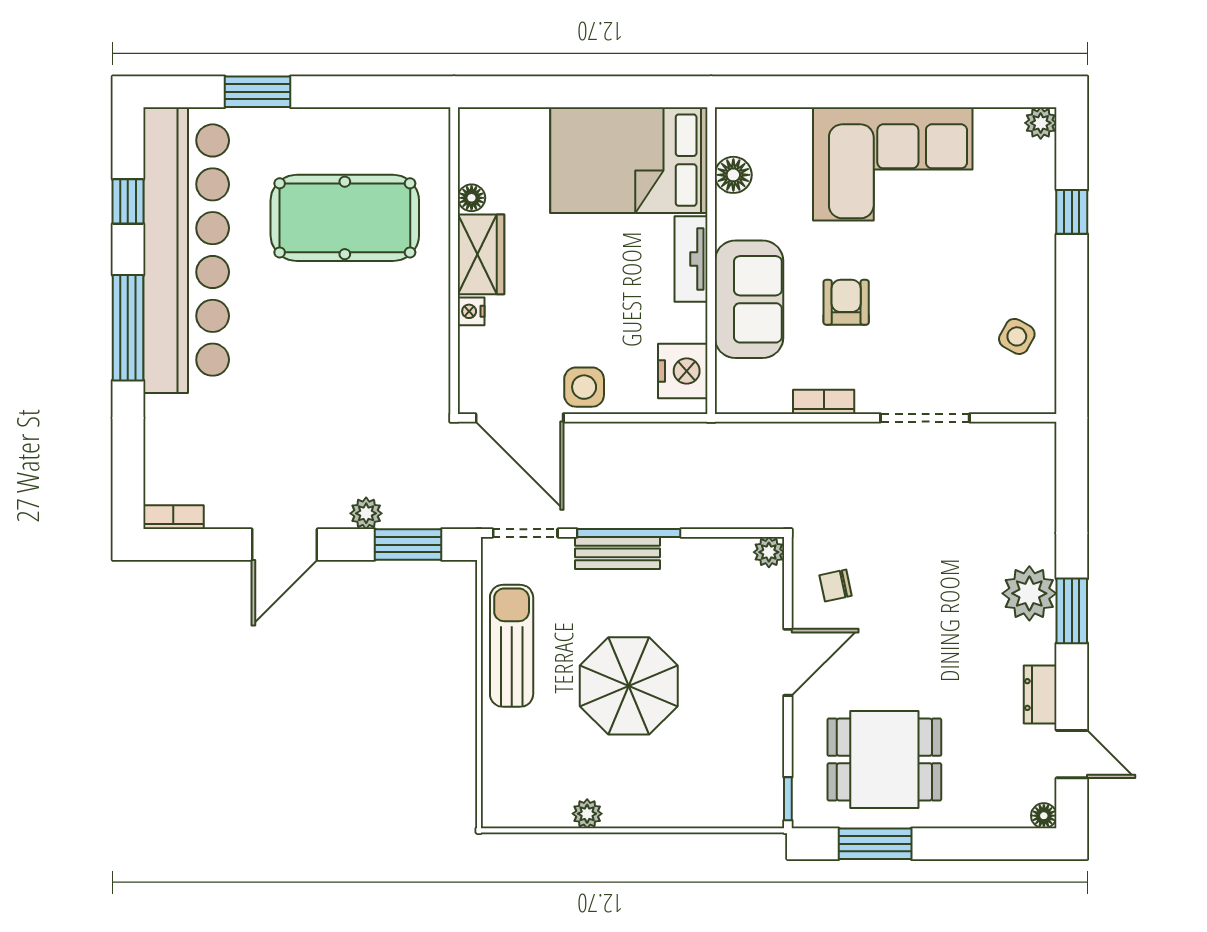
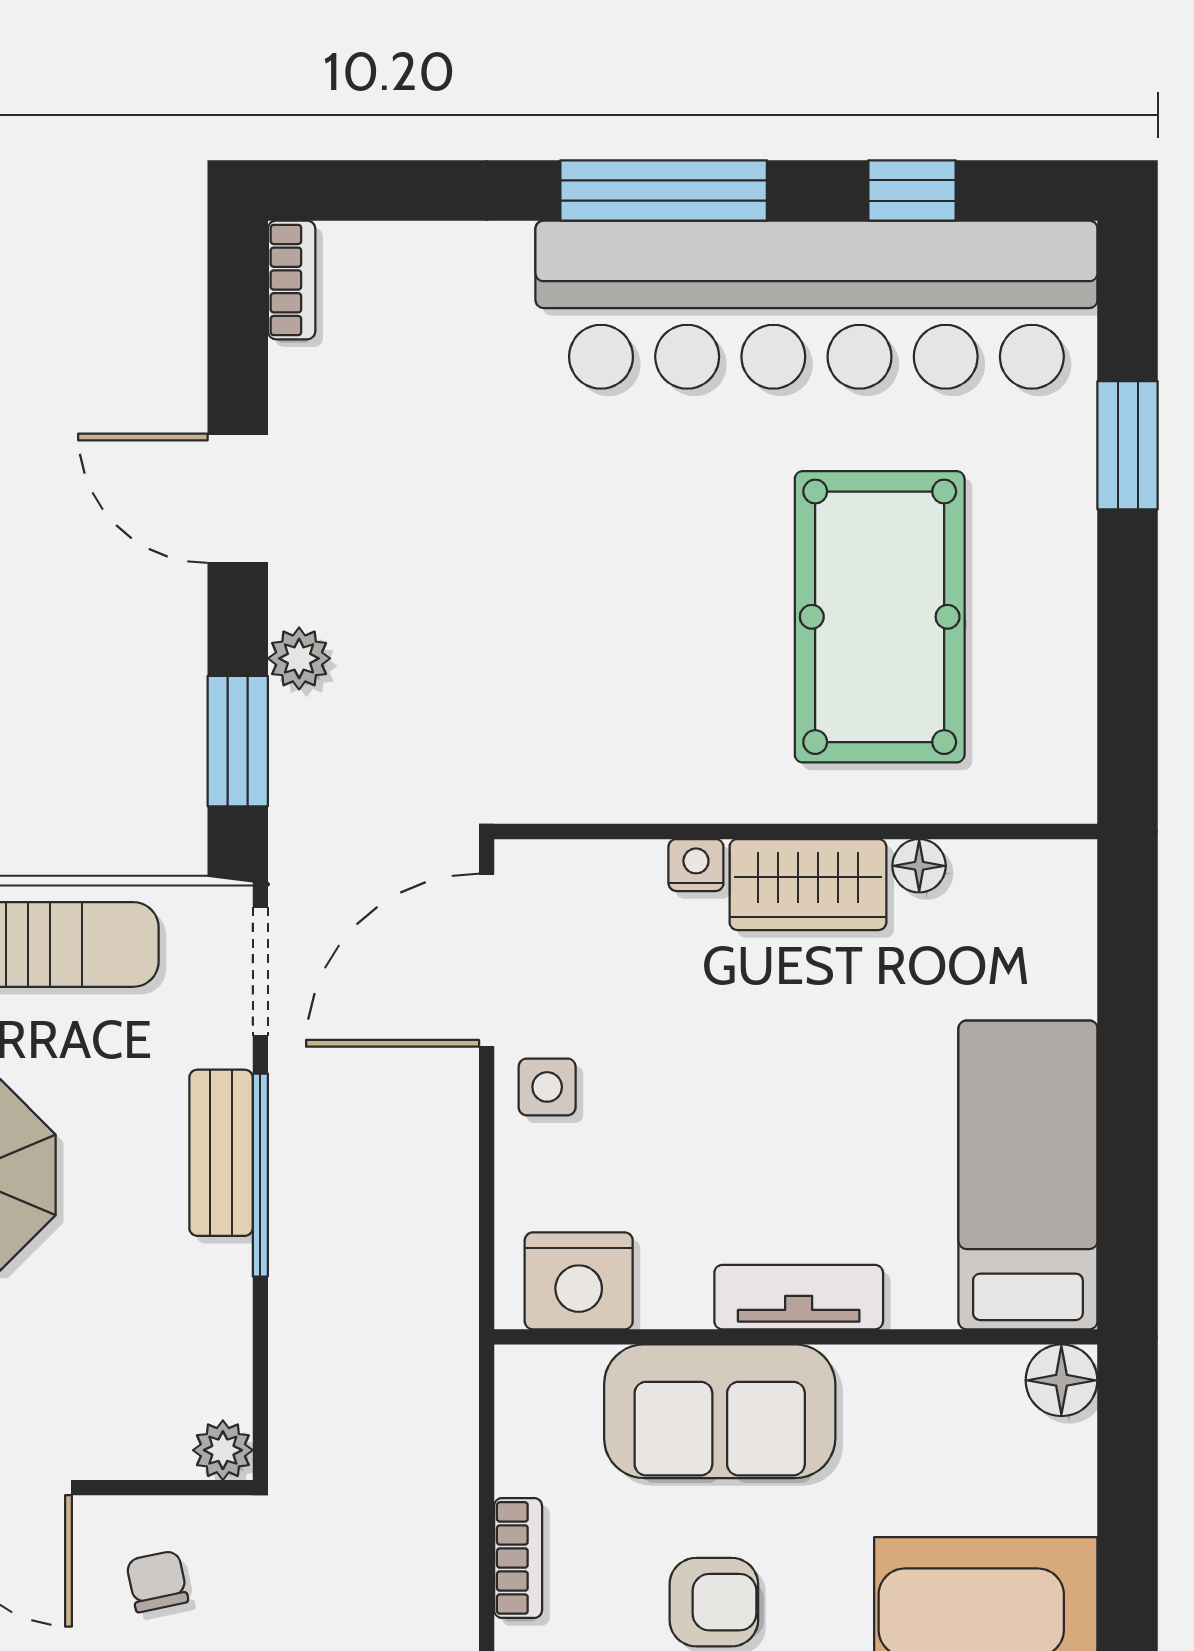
bed: (629, 160) -> (1028, 1175), width x0.67
floor lamp: (733, 175) -> (1061, 1380), moved
side table: (584, 387) -> (547, 1087), width x0.73, depth x0.73

